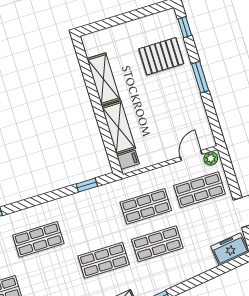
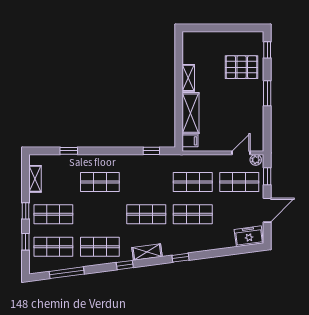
shelving: (103, 79) -> (188, 78), width x0.67, depth x0.75
window: (230, 173) -> (267, 176), added

